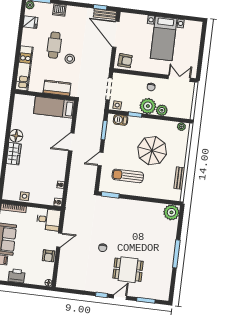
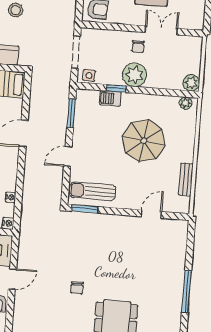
double door: (179, 78) -> (161, 30), moved
plant: (162, 110) -> (191, 83), moved
barbecue: (121, 120) -> (110, 98), moved
sun lounger: (128, 176) -> (93, 191), moved
door: (155, 200) -> (151, 214), added
plant: (171, 212) -> (176, 231), removed

